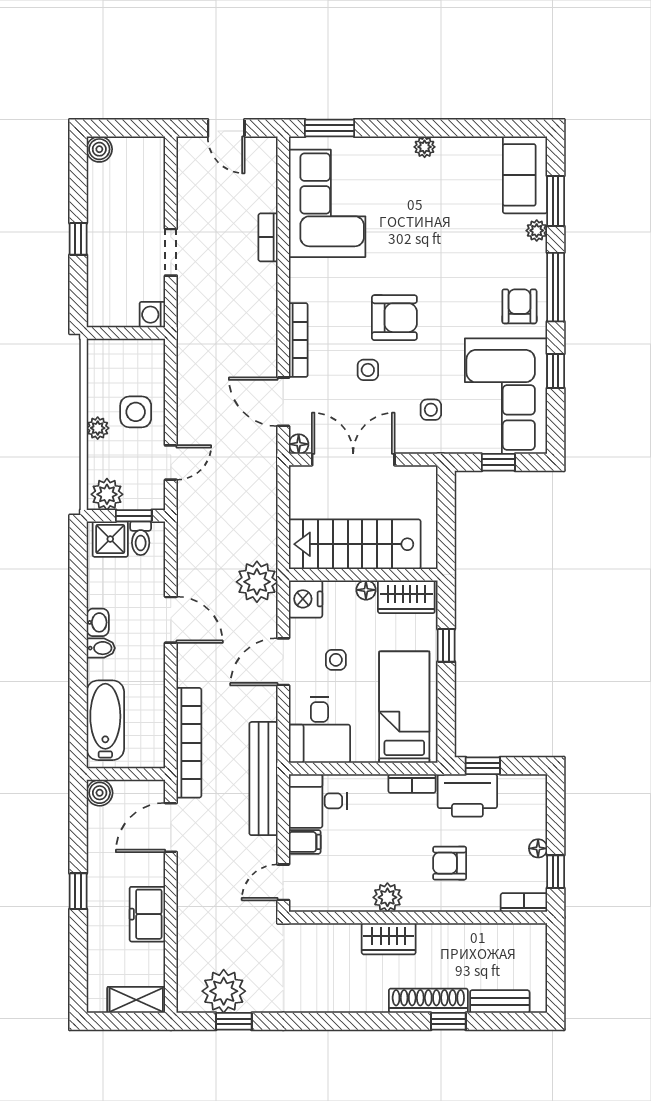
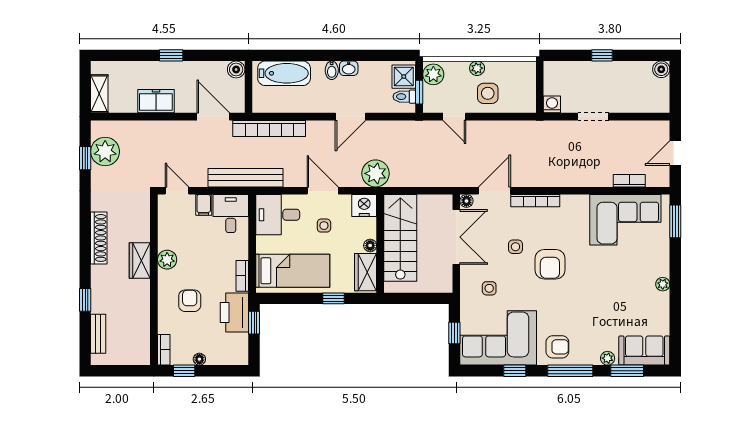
bookcase: (268, 237) -> (629, 181), moved
shoe rack: (428, 1001) -> (99, 238), moved

